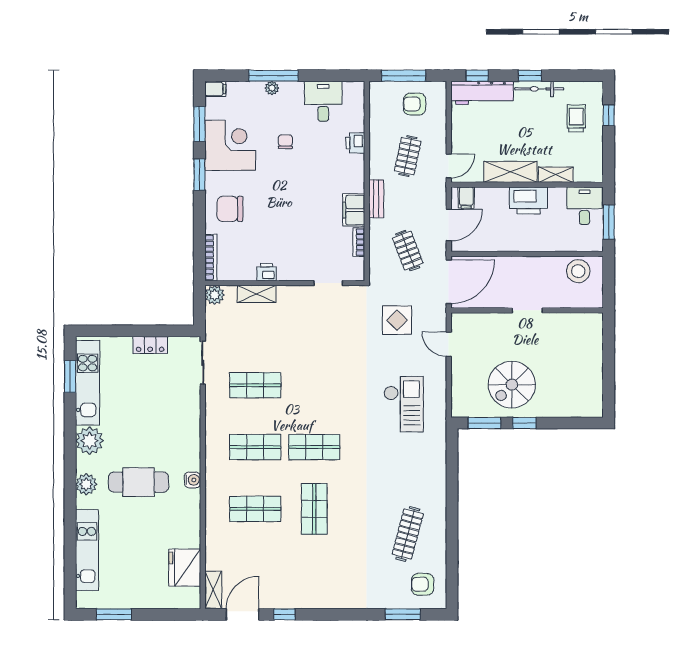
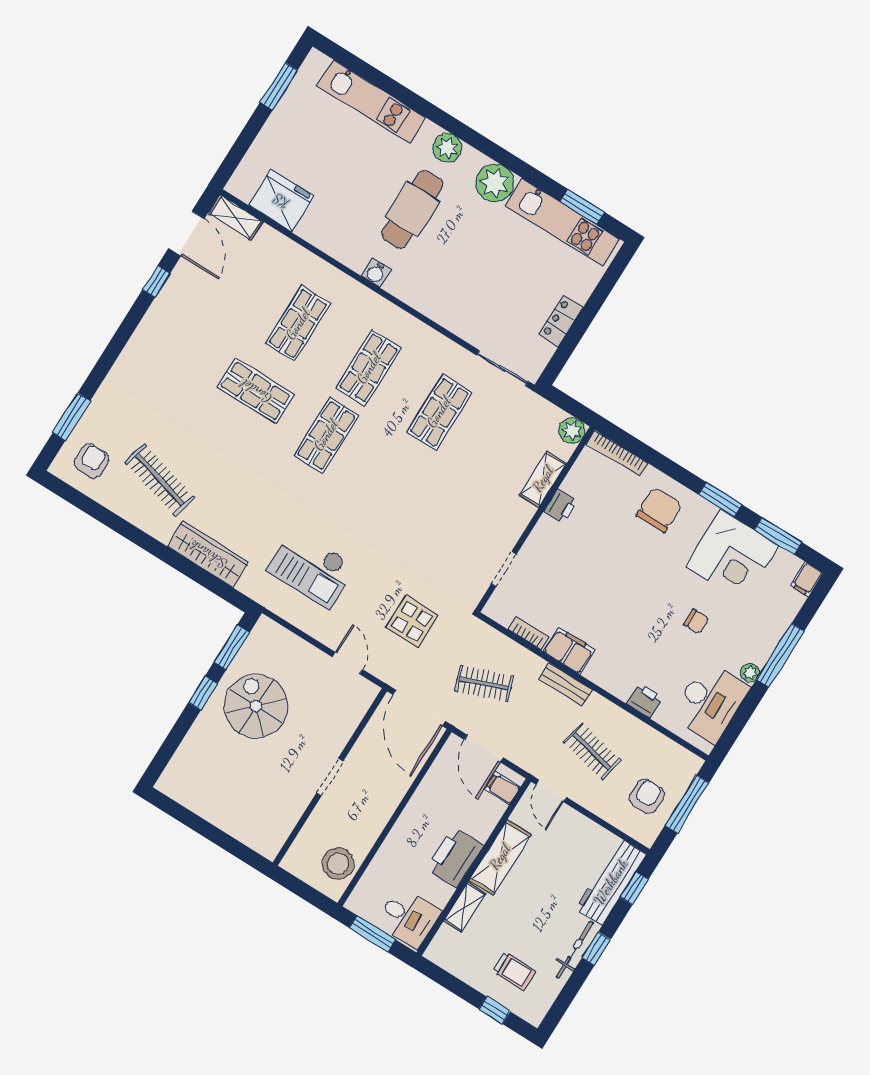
plant: (272, 88) -> (750, 672), moved
desk: (323, 101) -> (710, 702), width x1.37
door: (449, 344) -> (347, 663), hinge flipped
wardrobe: (435, 475) -> (208, 554), added

